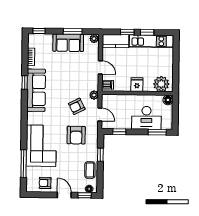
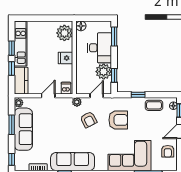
sofa: (68, 43) -> (23, 129), width x1.36
plant: (123, 121) -> (104, 72), added

